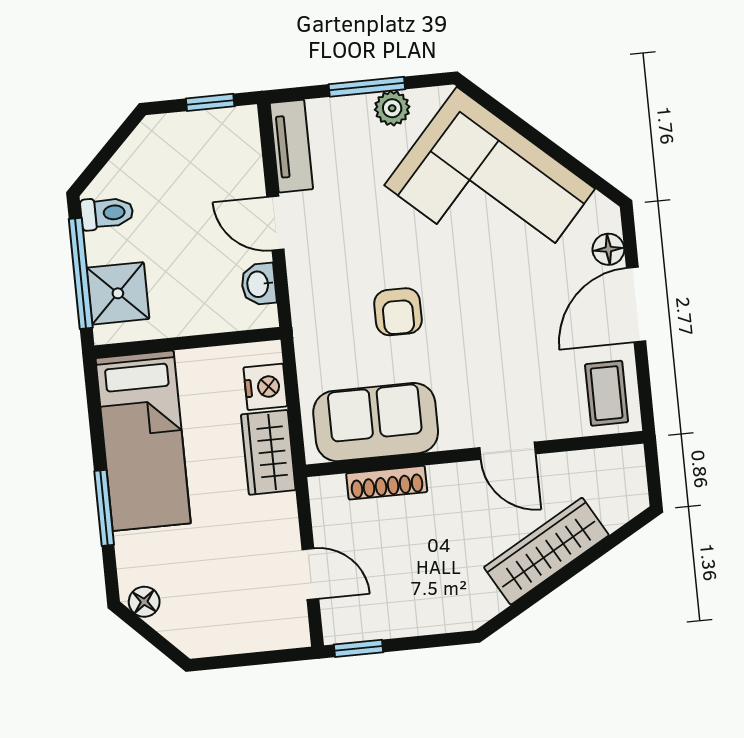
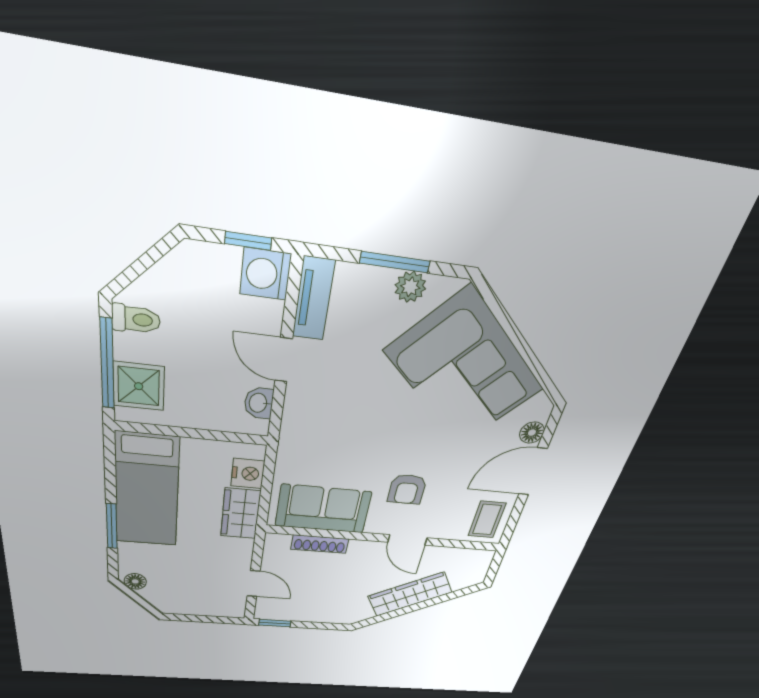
washing machine: (235, 132) -> (265, 274), added
armchair: (398, 312) -> (407, 489), moved

